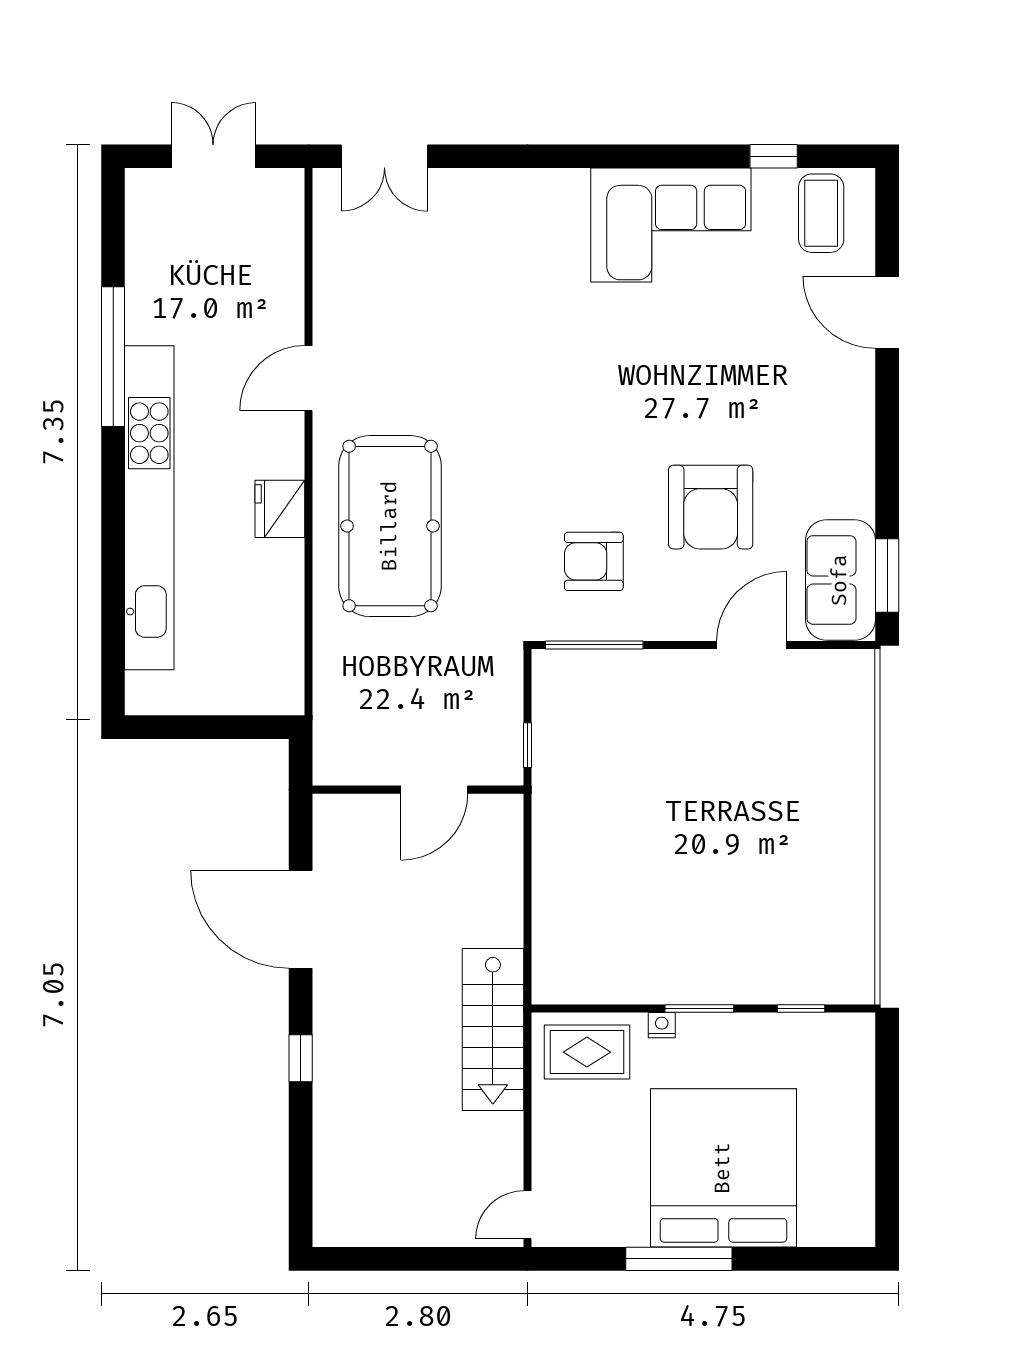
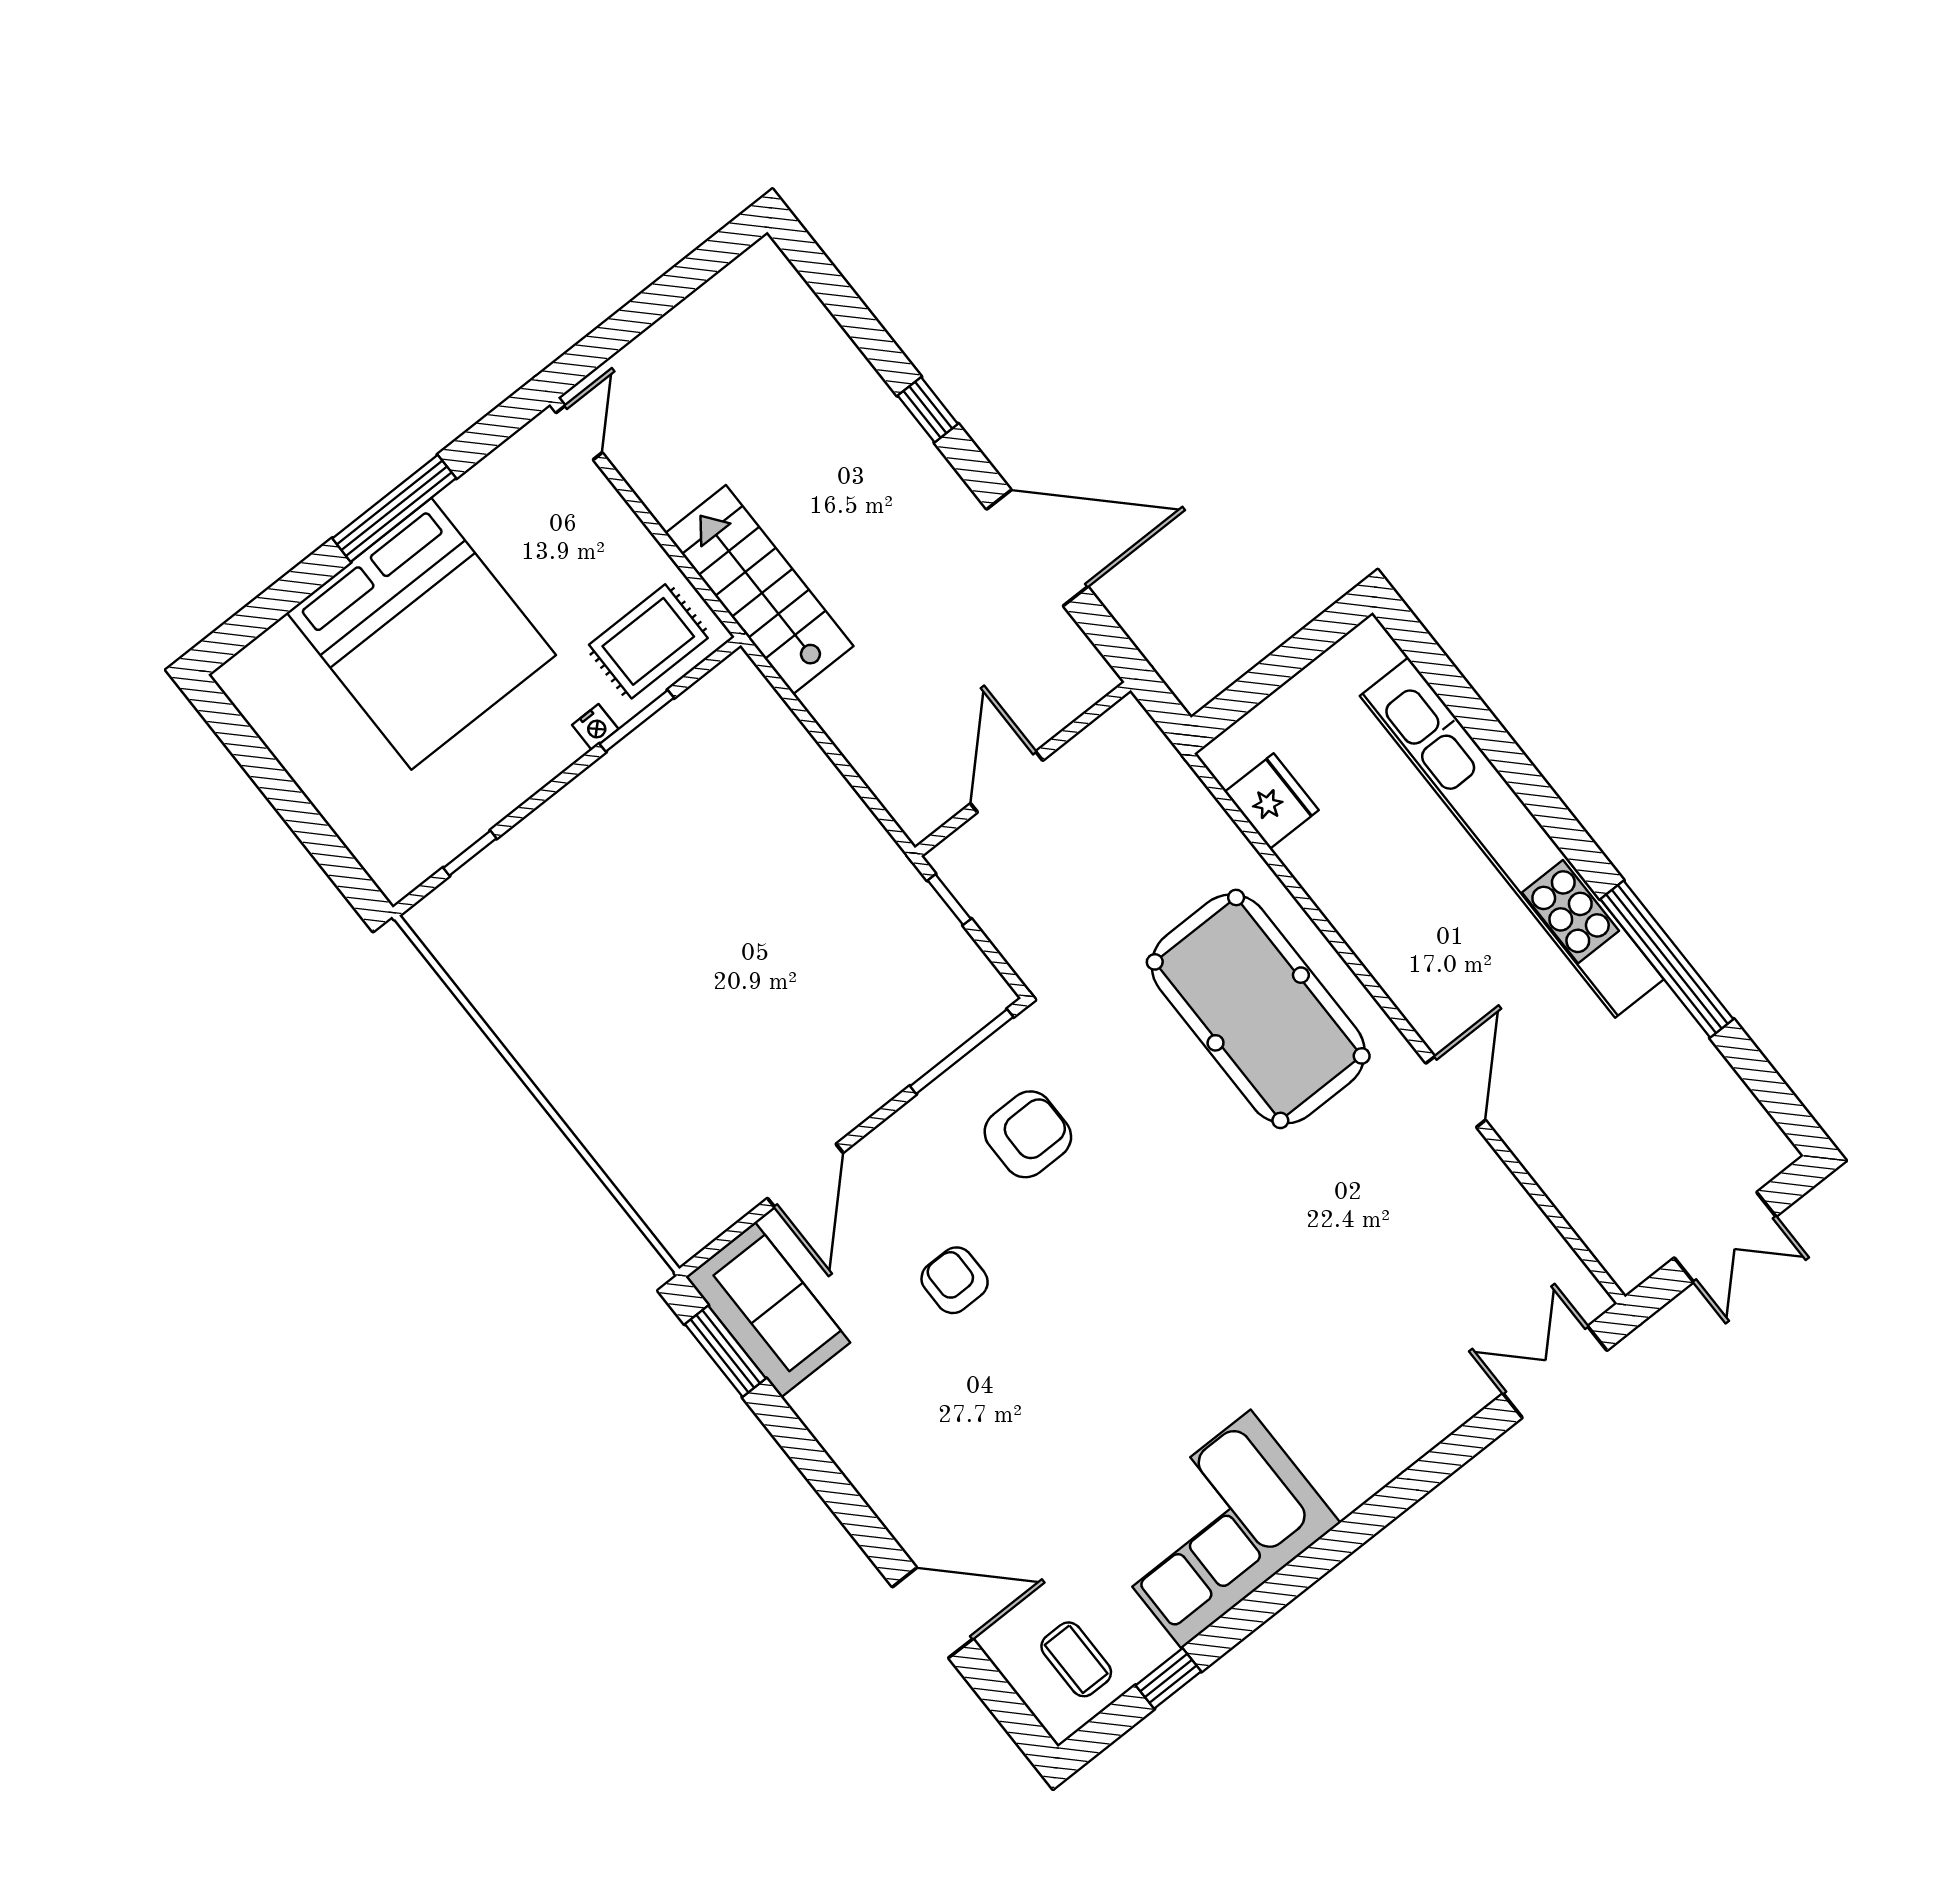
coffee table: (821, 213) -> (1076, 1659), width x0.73, depth x0.77
armchair: (711, 507) -> (955, 1280), width x0.53, depth x0.53
fridge: (280, 509) -> (1272, 801), moved
window: (699, 1009) -> (637, 721), moved

